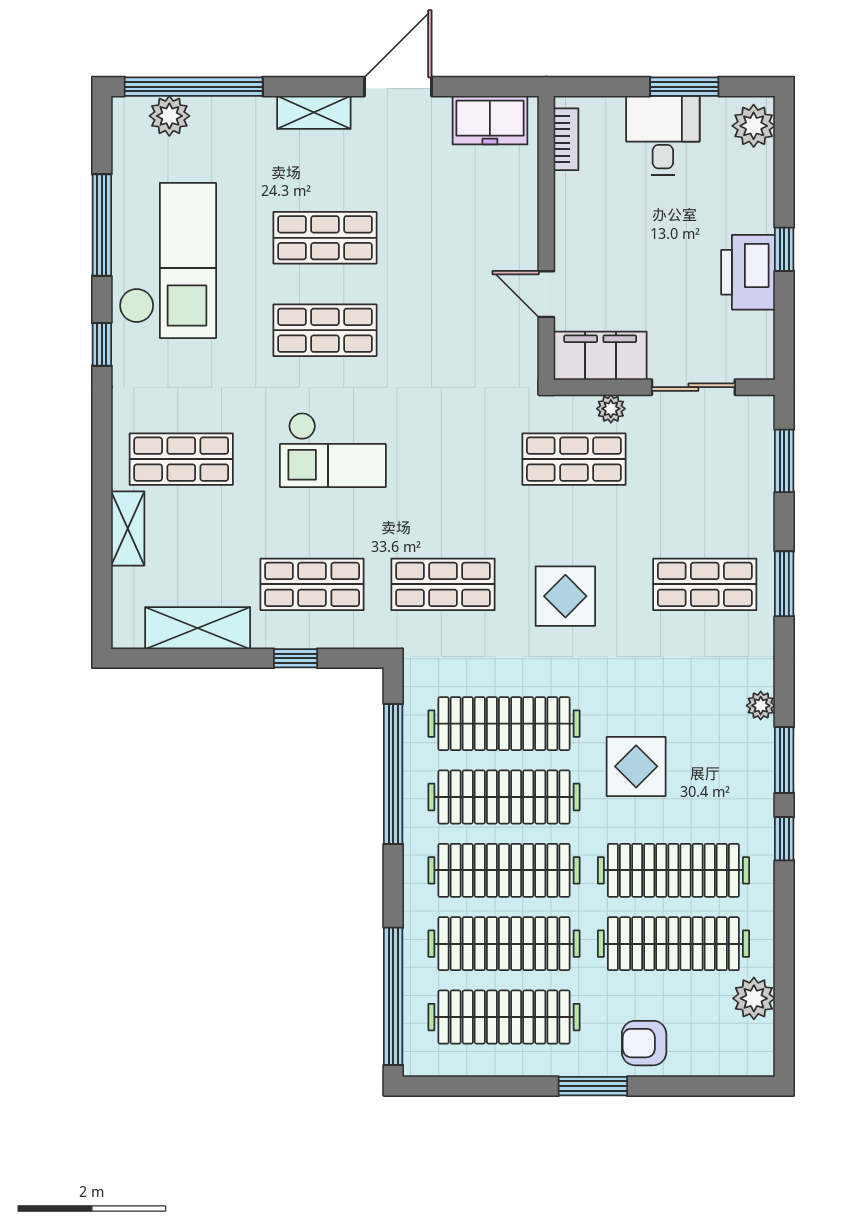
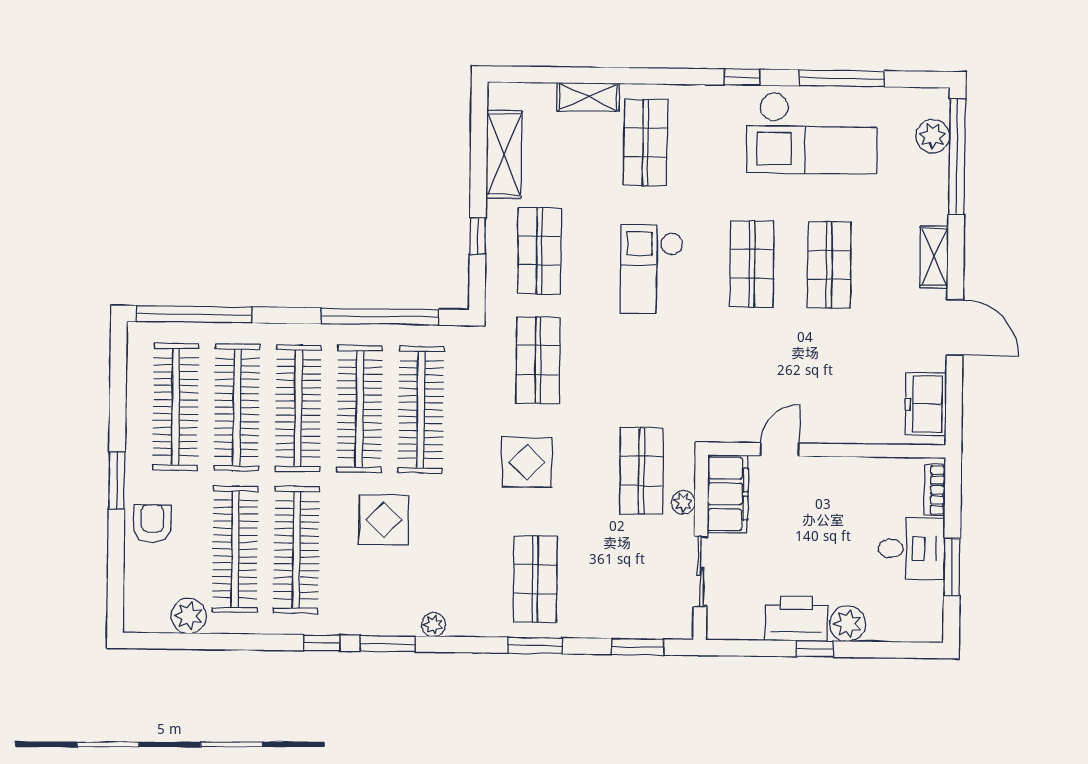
plant: (754, 126) -> (848, 624), moved
bookcase: (566, 139) -> (935, 490), moved, turned 90

